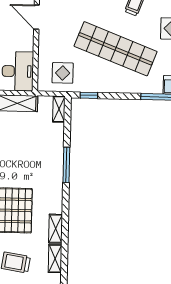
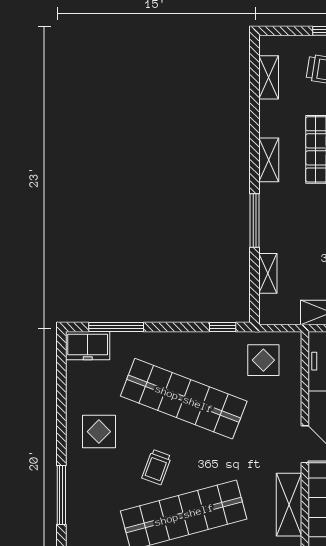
shelving: (59, 109) -> (268, 273), moved
shelving: (56, 229) -> (269, 160), moved

